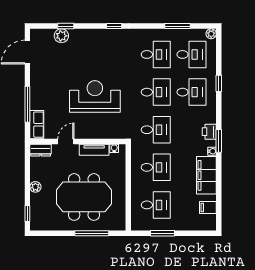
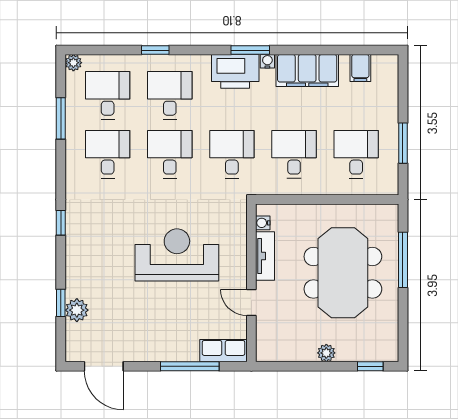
reception desk: (95, 96) -> (177, 255), turned 90
printer: (209, 132) -> (235, 71), width x1.87, depth x1.48
dresser: (41, 150) -> (266, 344), removed

